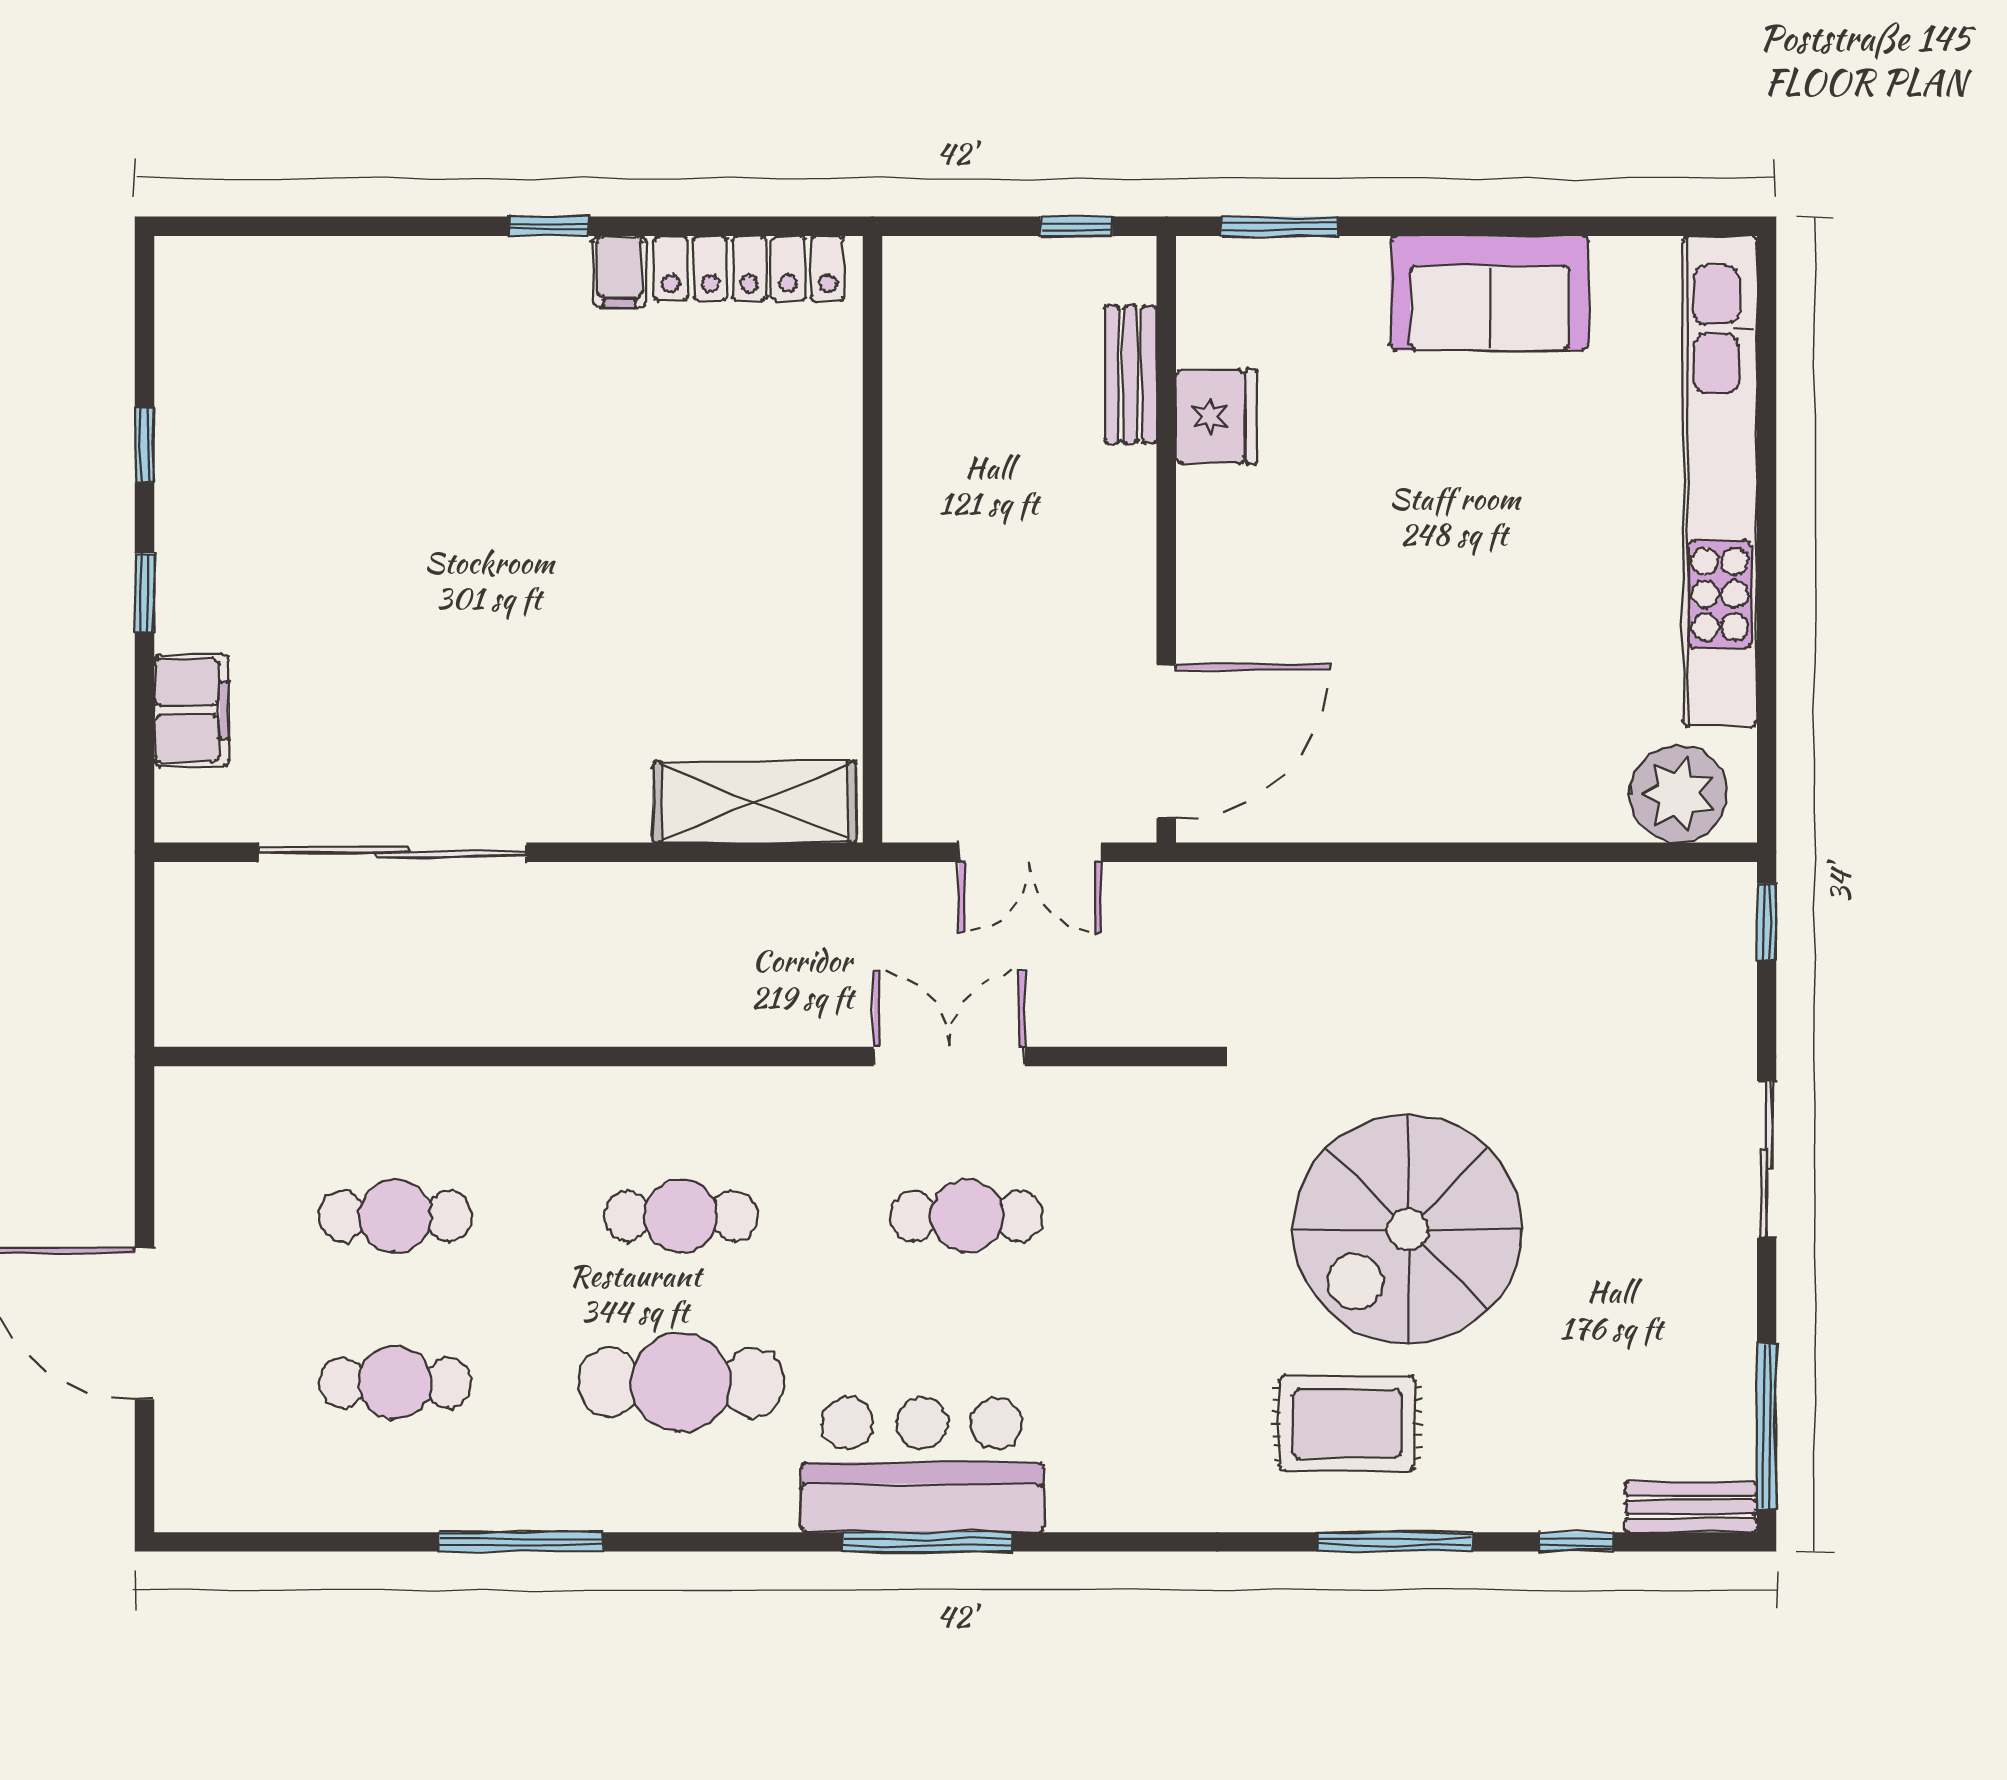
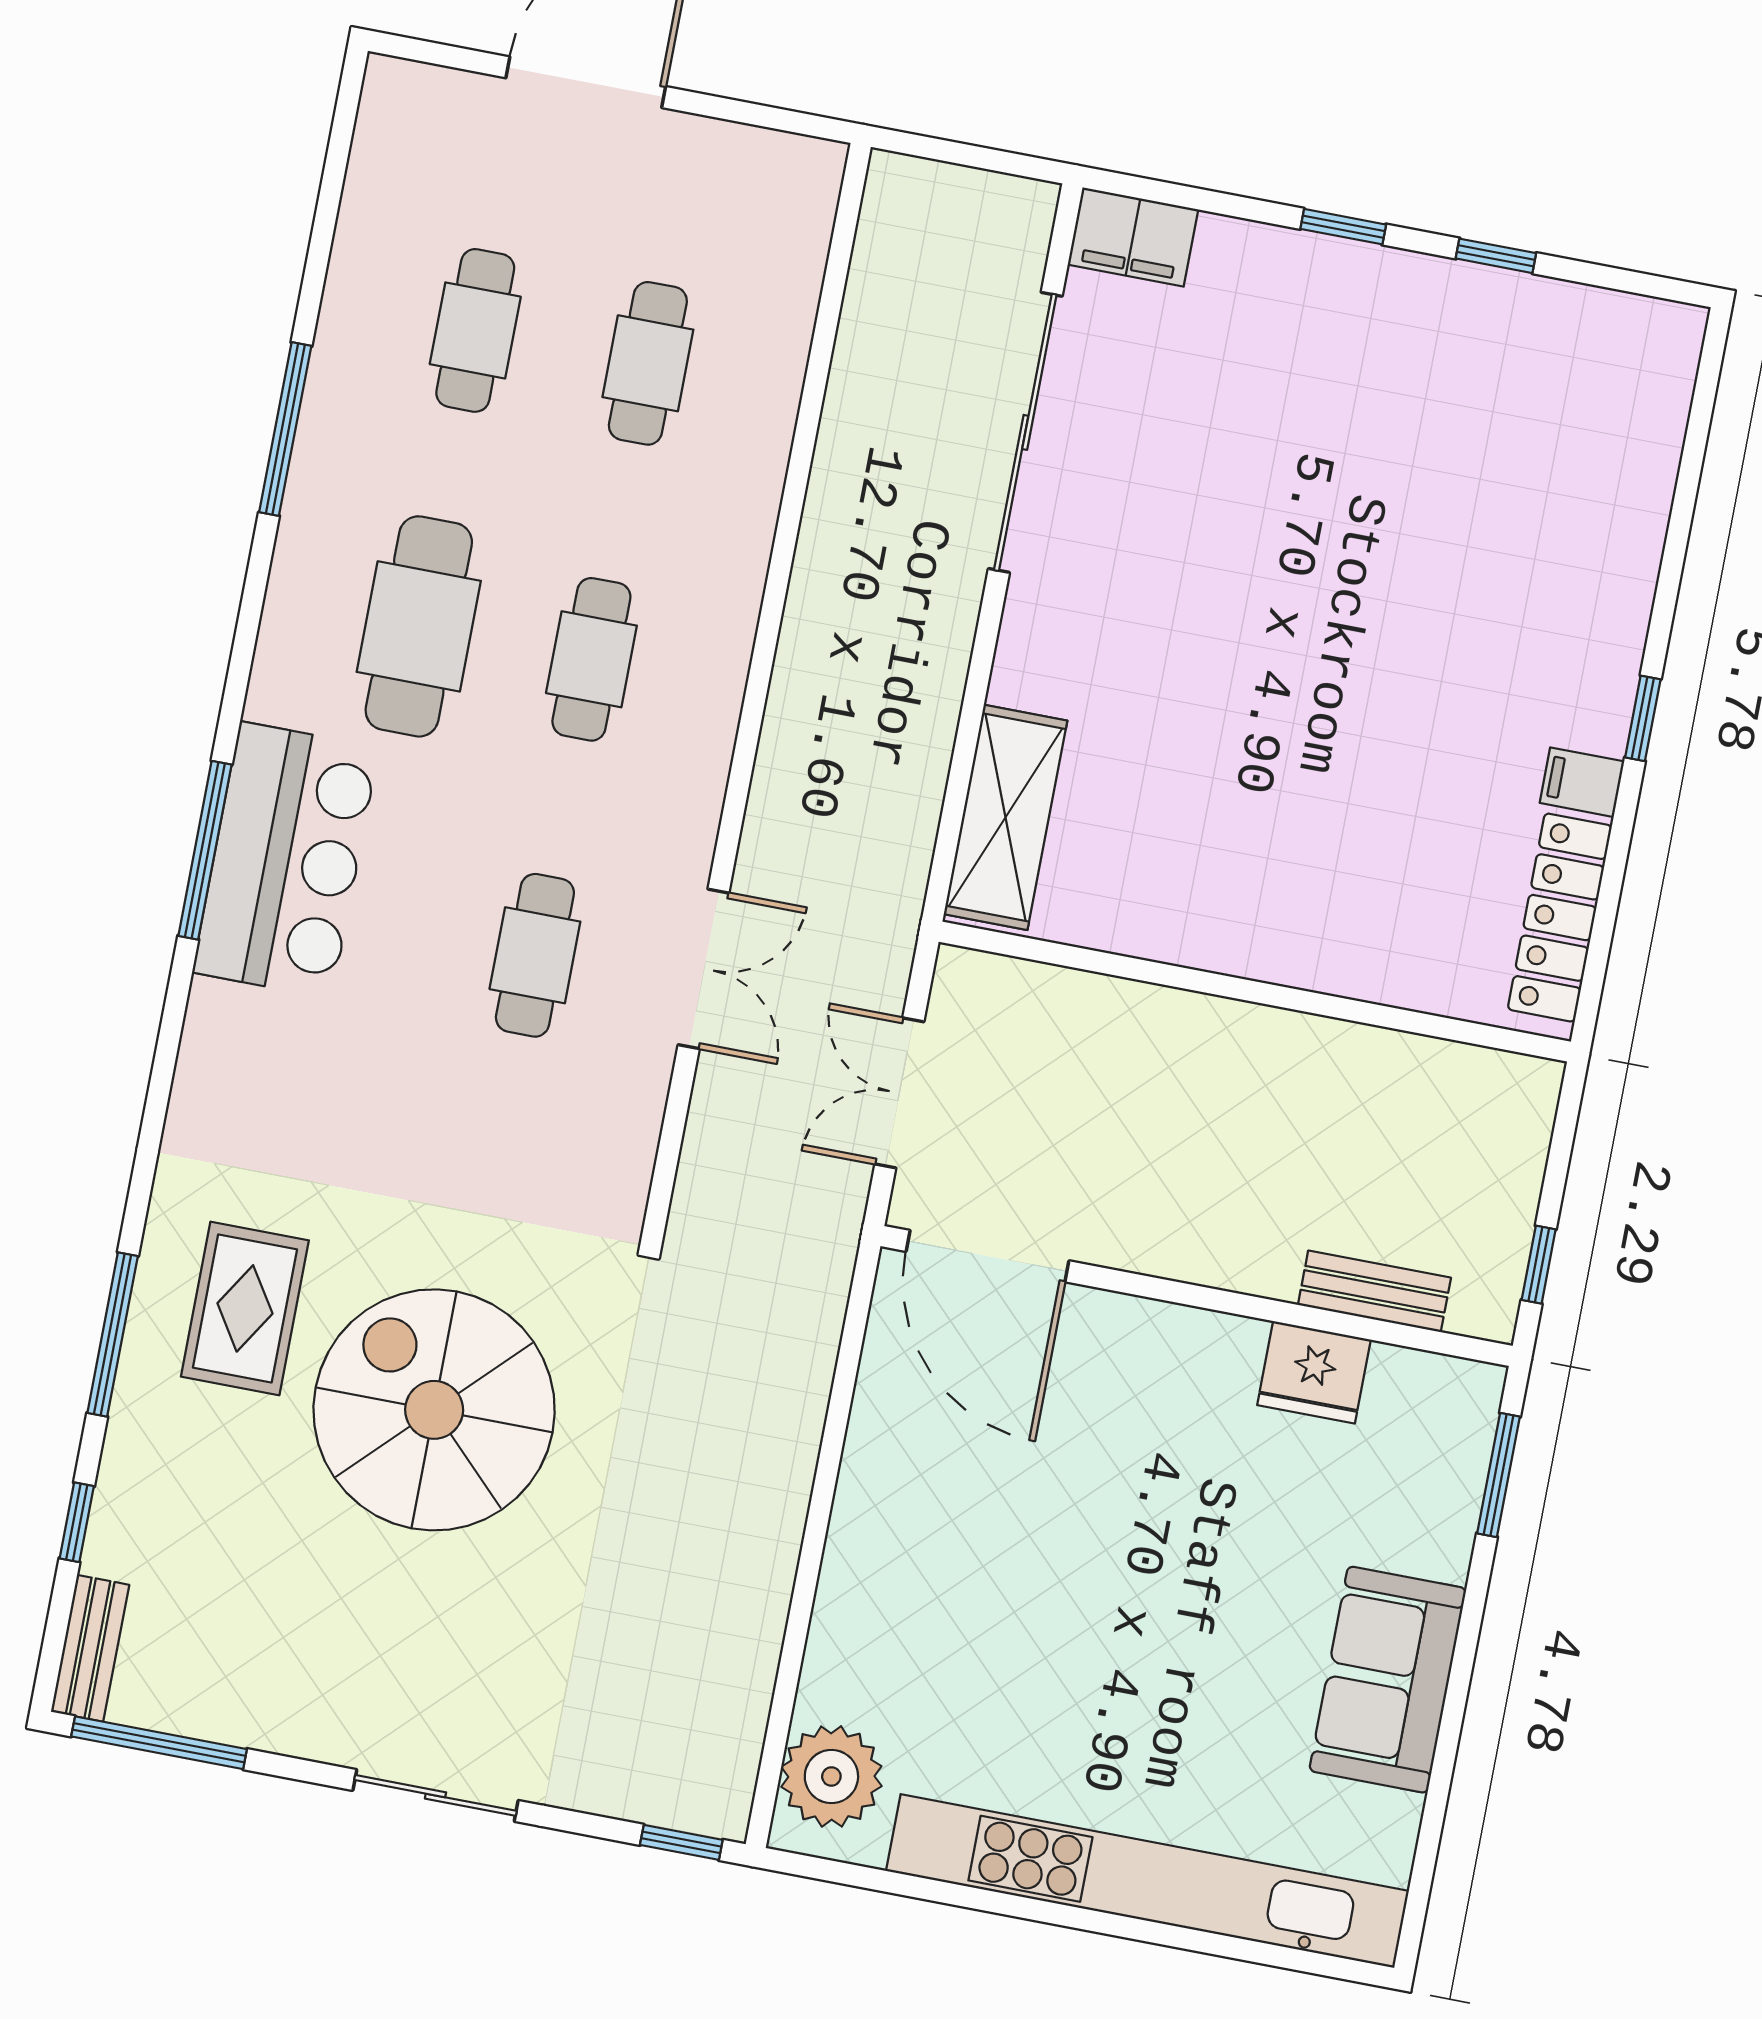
filing cabinet: (191, 710) -> (1133, 237), moved

